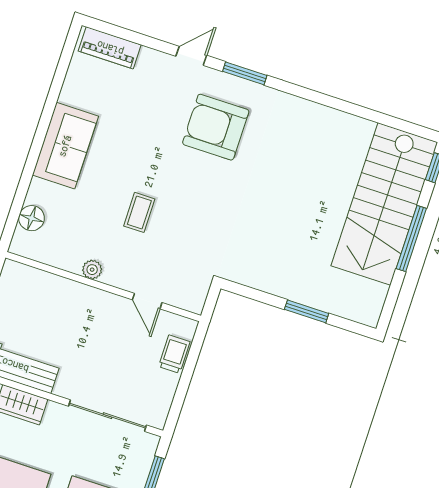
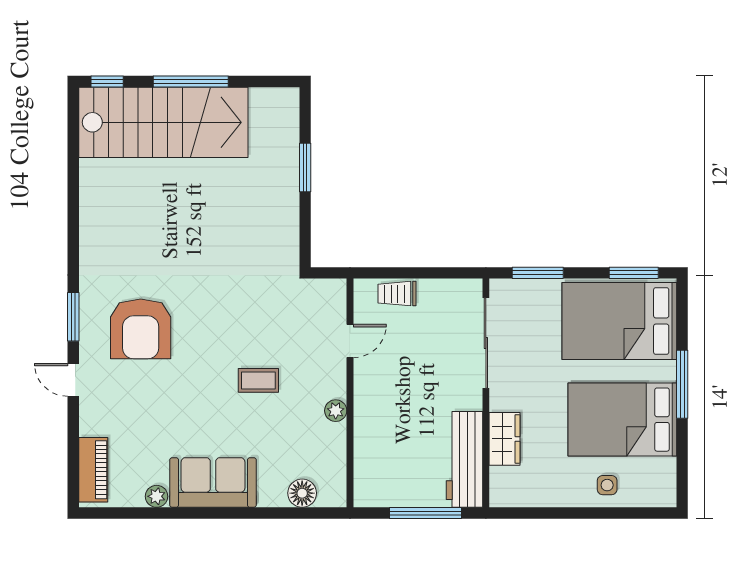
plant: (69, 94) -> (157, 496), added

